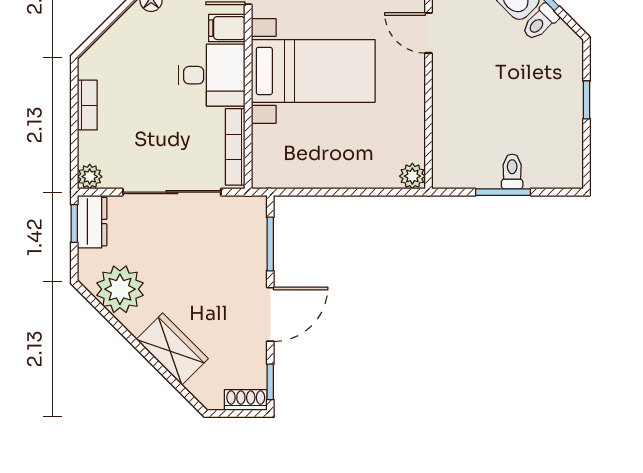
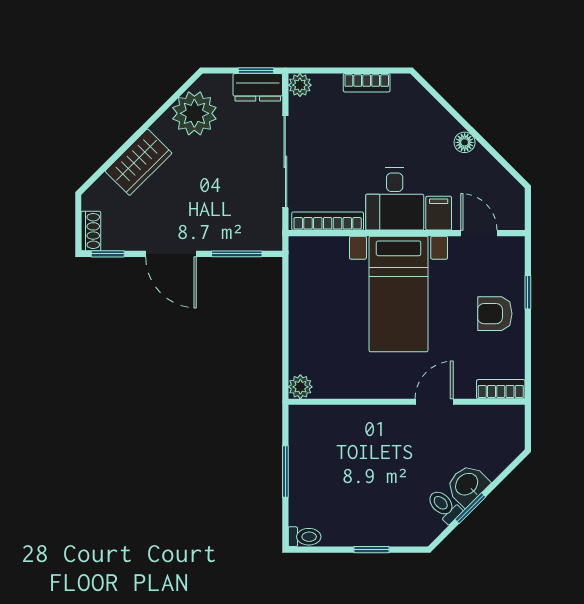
toilet: (512, 172) -> (305, 537), moved

